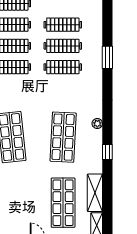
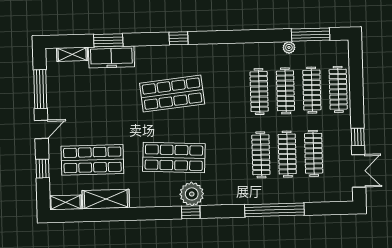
window: (107, 57) -> (274, 210), width x2.11
plant: (97, 124) -> (192, 194), width x1.88, depth x1.88
window: (107, 152) -> (191, 212), moved

